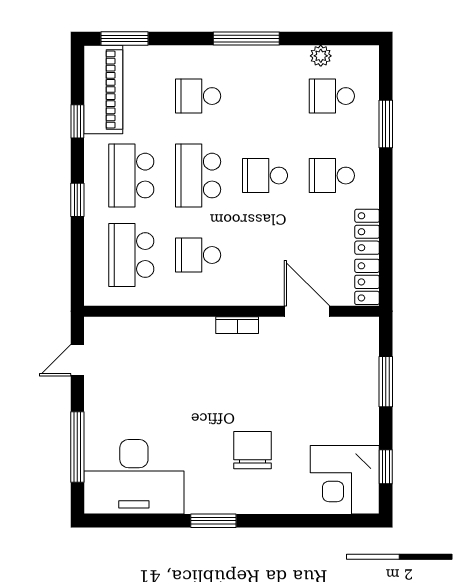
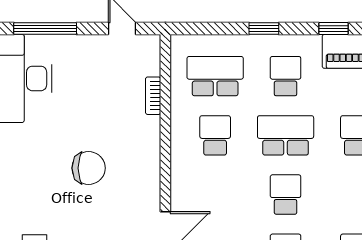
school desk: (131, 176) -> (286, 76), width x0.54
bookcase: (237, 325) -> (153, 96), moved
chair: (252, 450) -> (89, 168), moved

